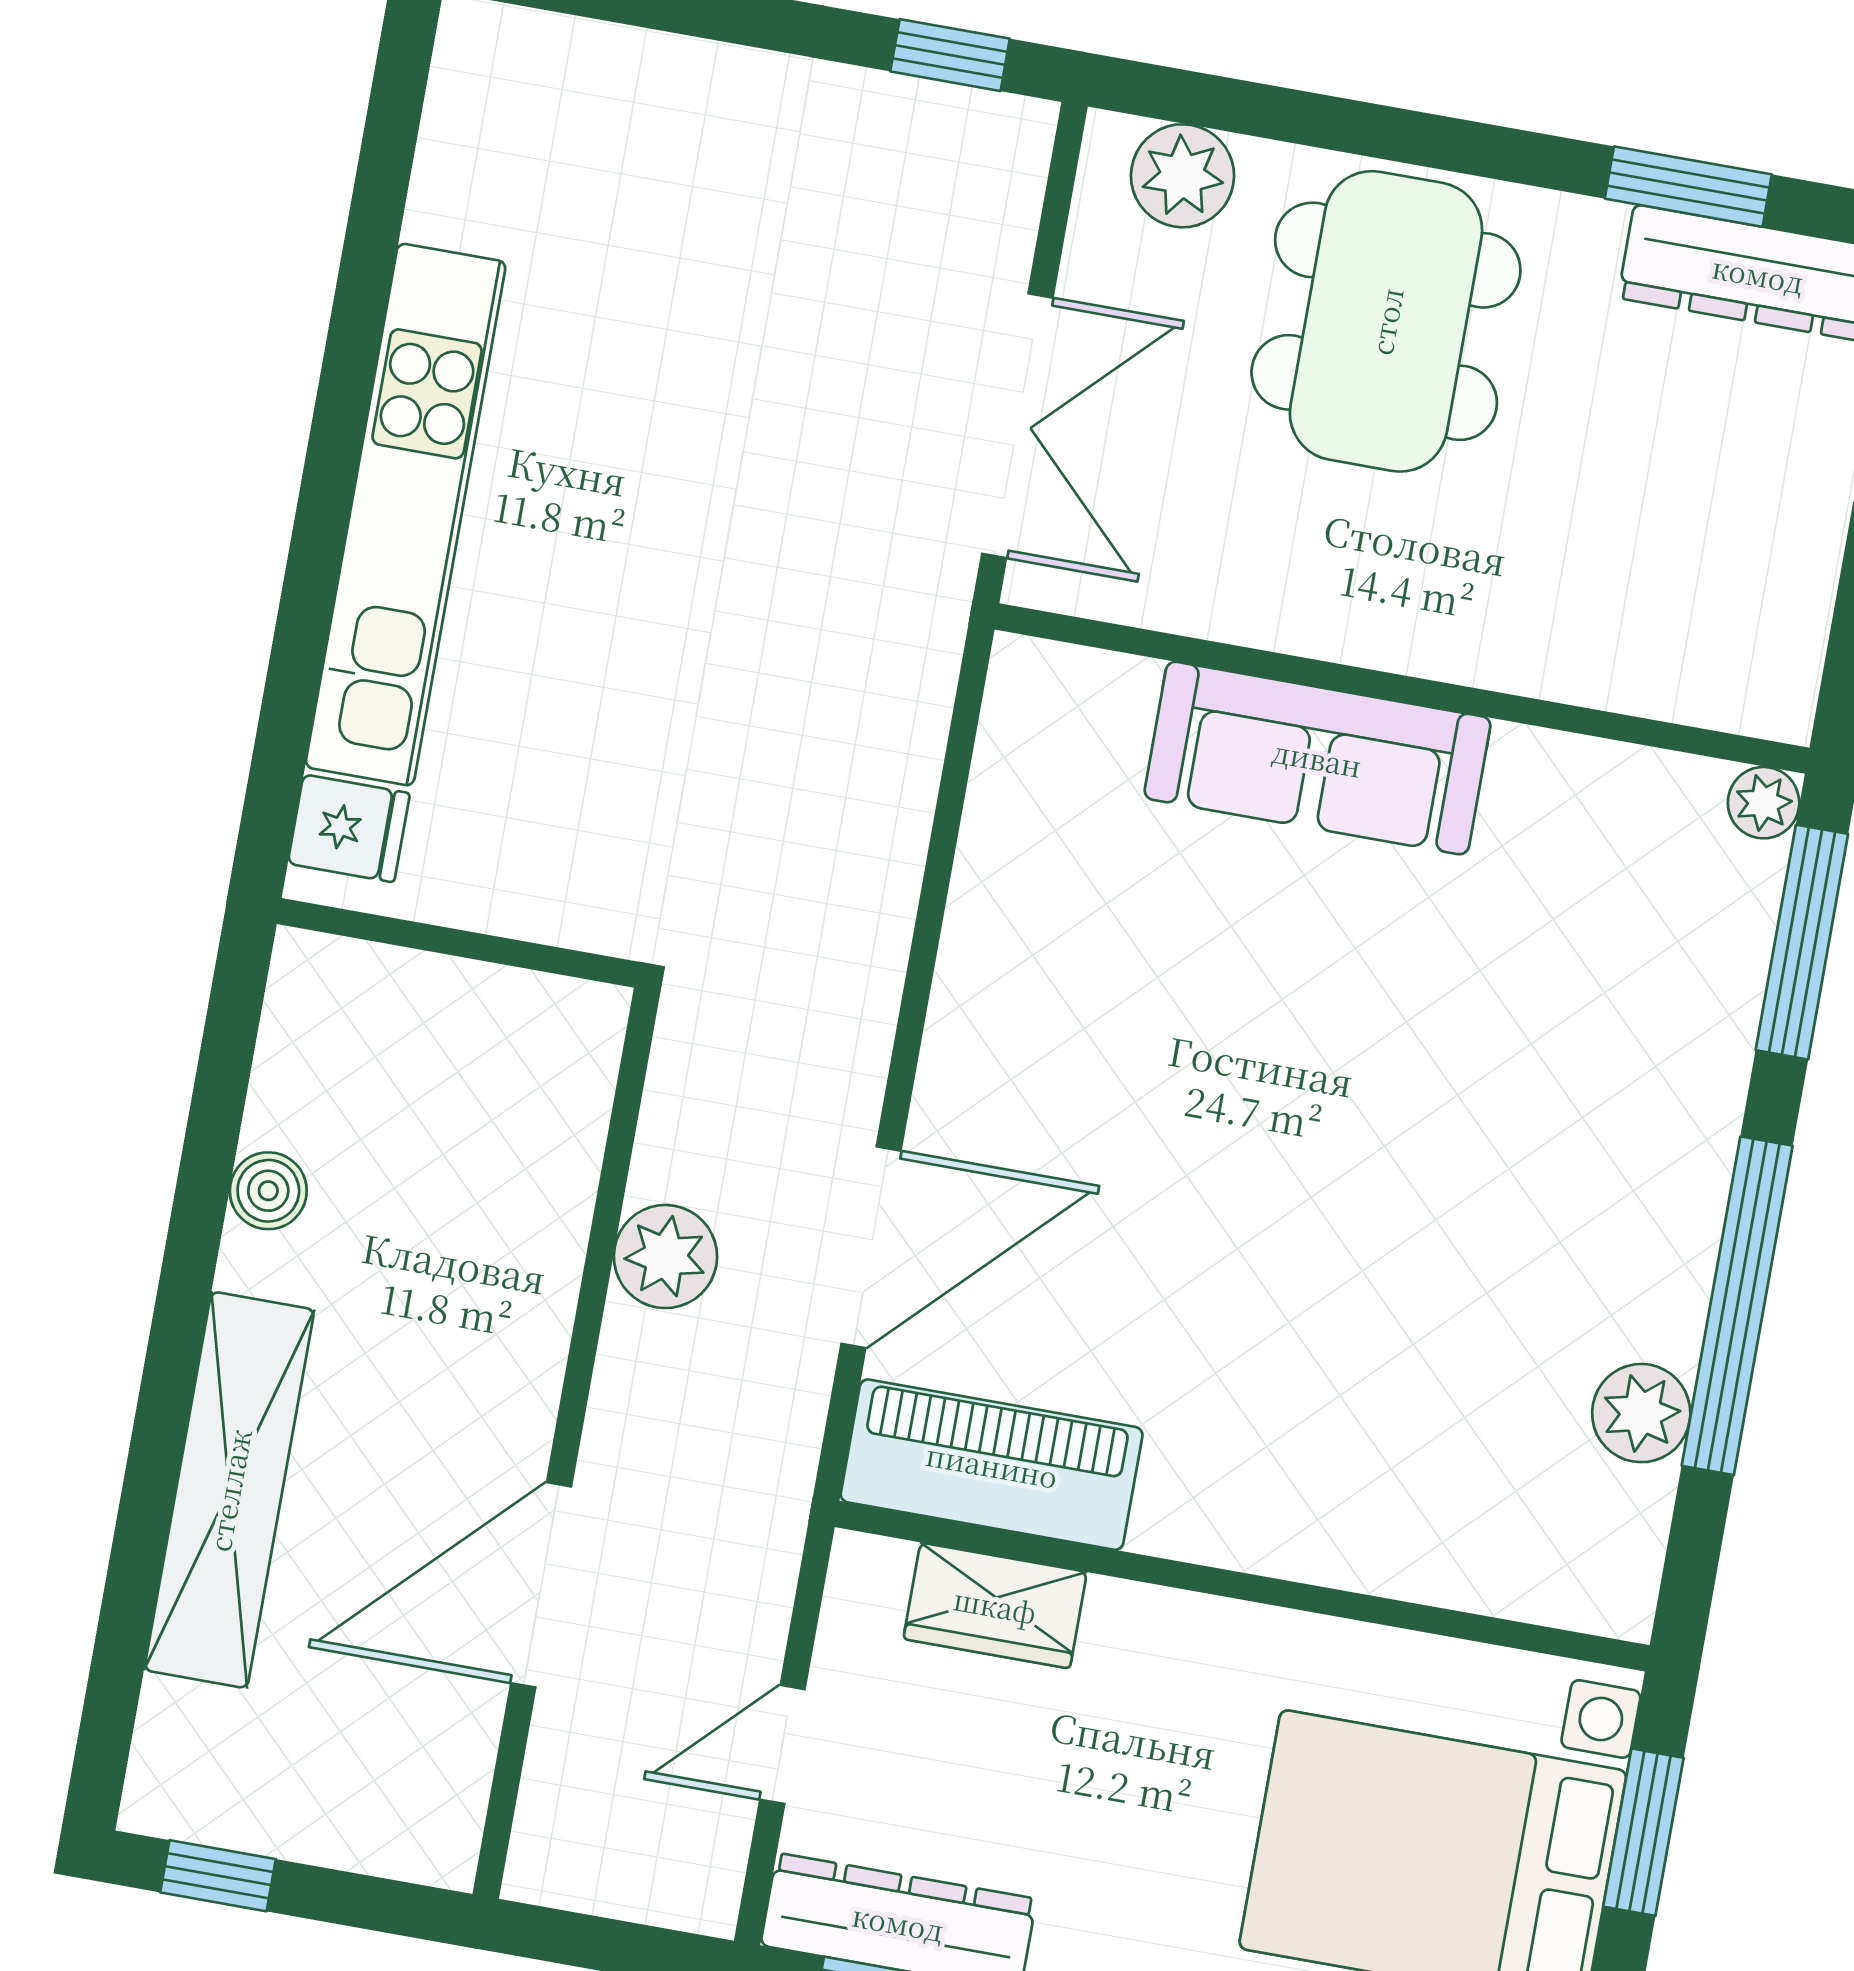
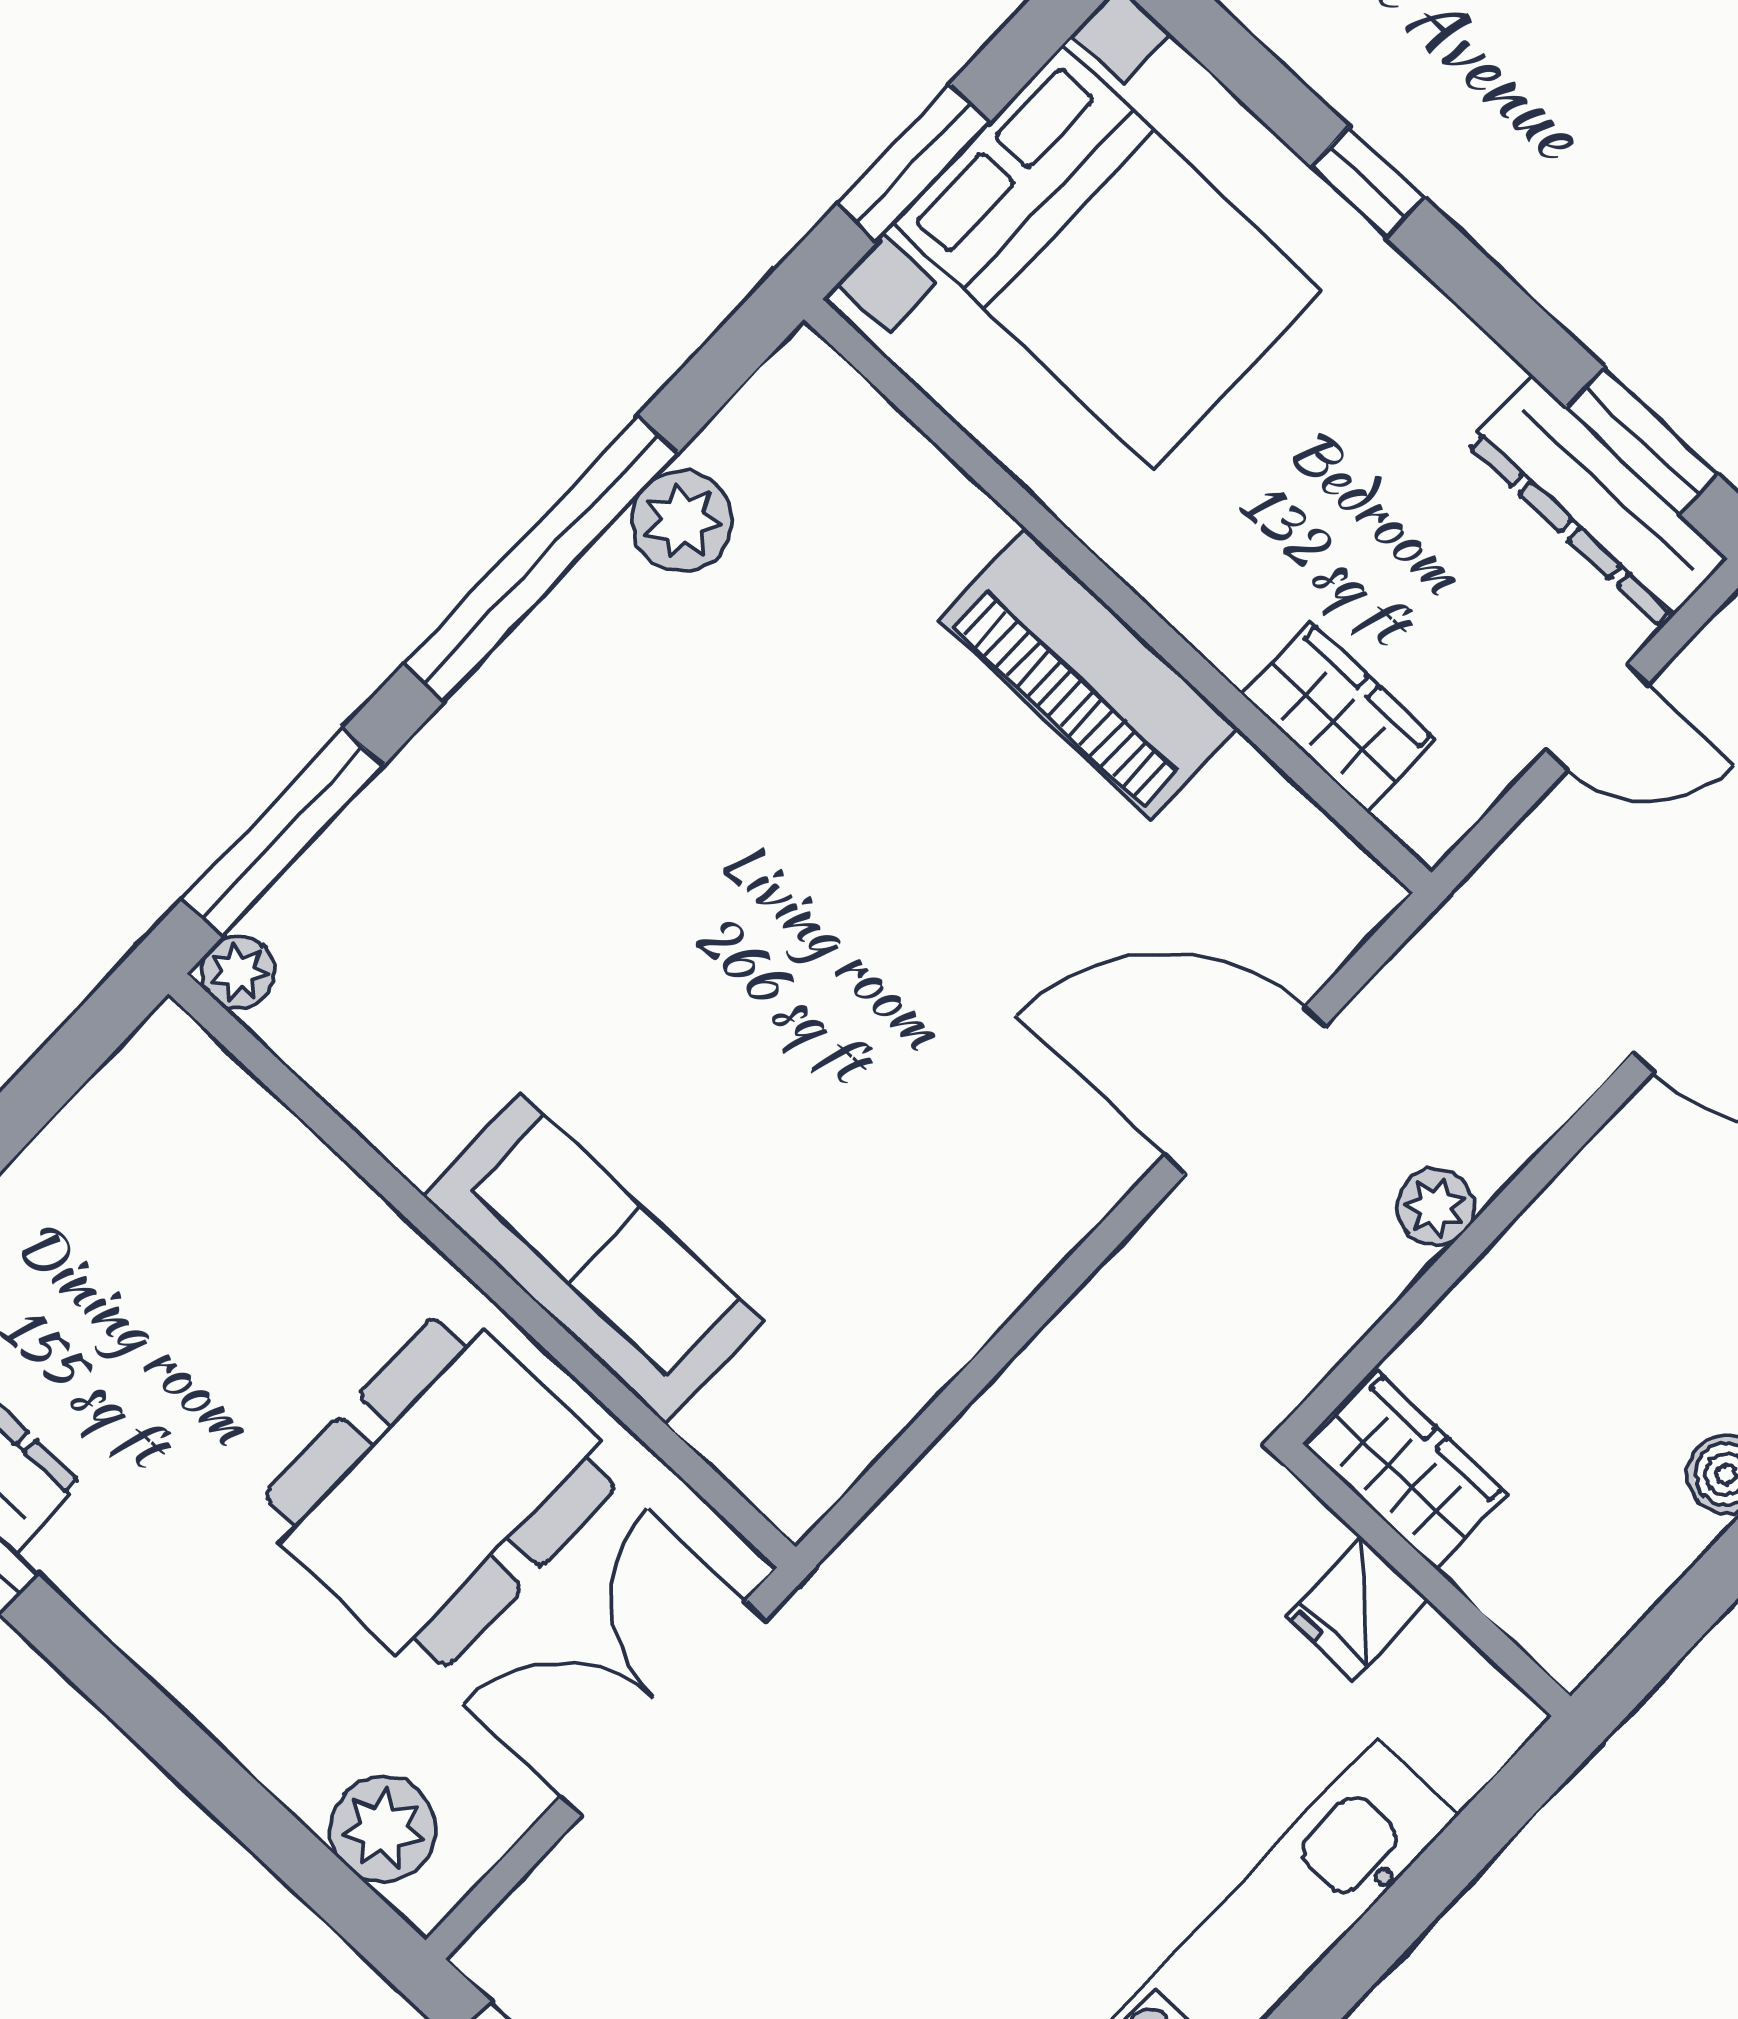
dining table: (1386, 321) -> (440, 1492), moved
fridge: (349, 828) -> (1357, 1608), moved, turned -90
wardrobe: (534, 1022) -> (1406, 1470), added
plant: (665, 1257) -> (1435, 1207), width x0.73, depth x0.73
piano: (992, 1465) -> (1088, 674), moved

